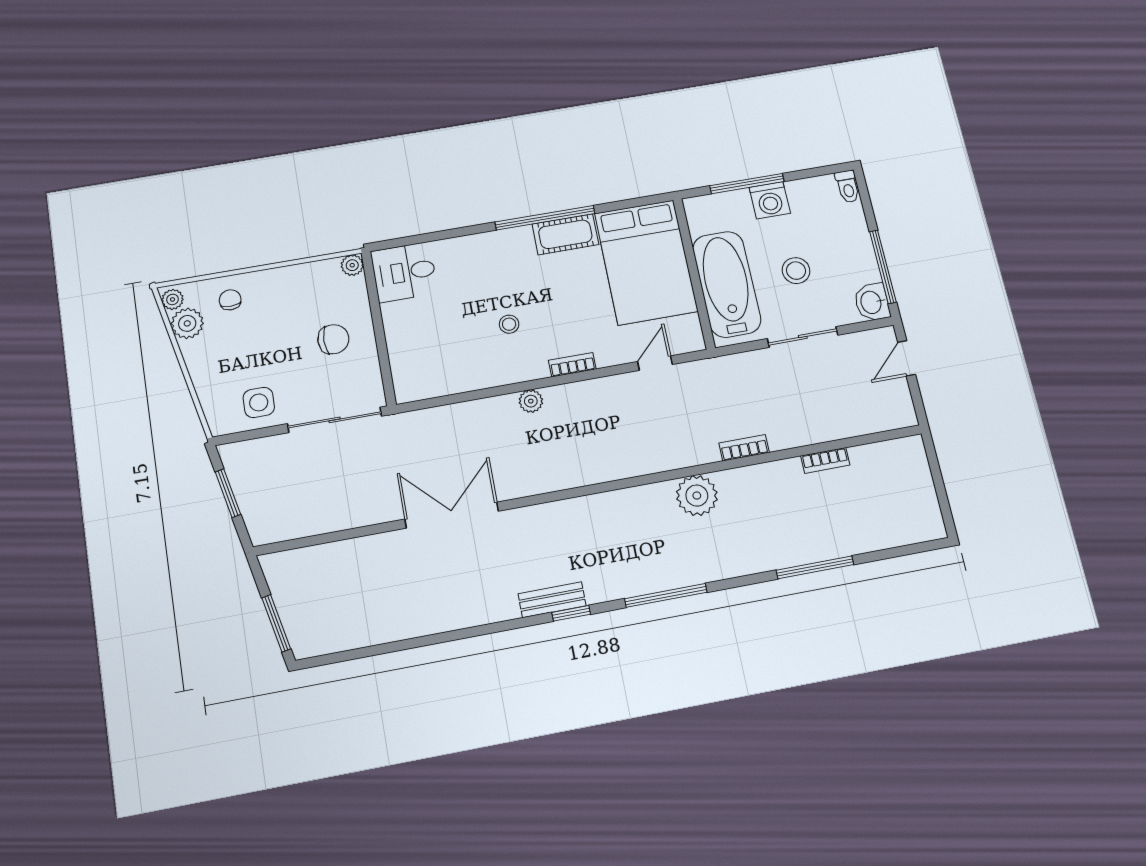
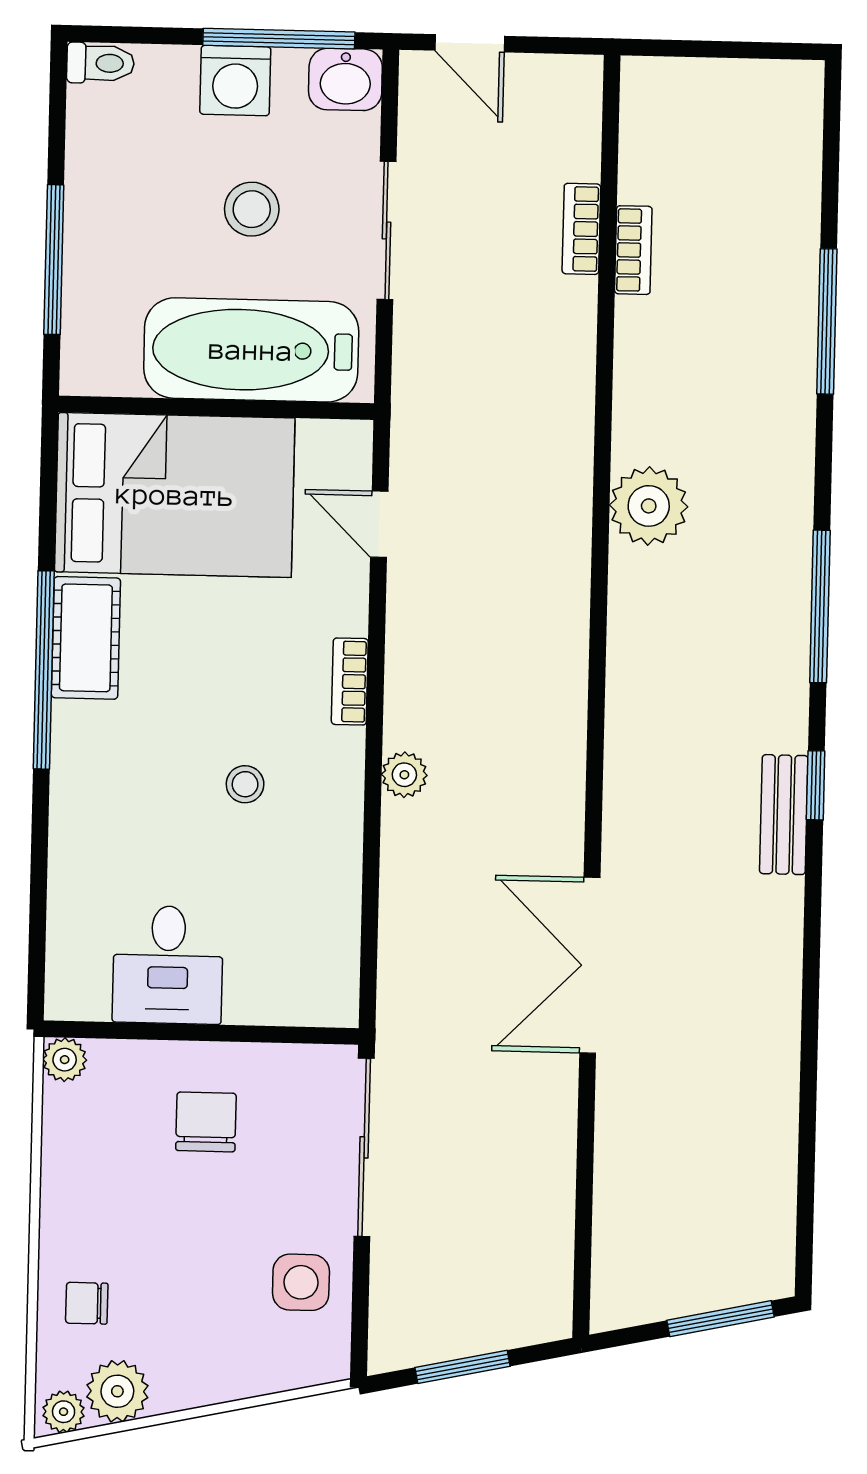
washing machine: (770, 200) -> (235, 81), moved, turned 90
desk: (404, 272) -> (168, 965), moved
bookcase: (744, 448) -> (581, 229), moved

